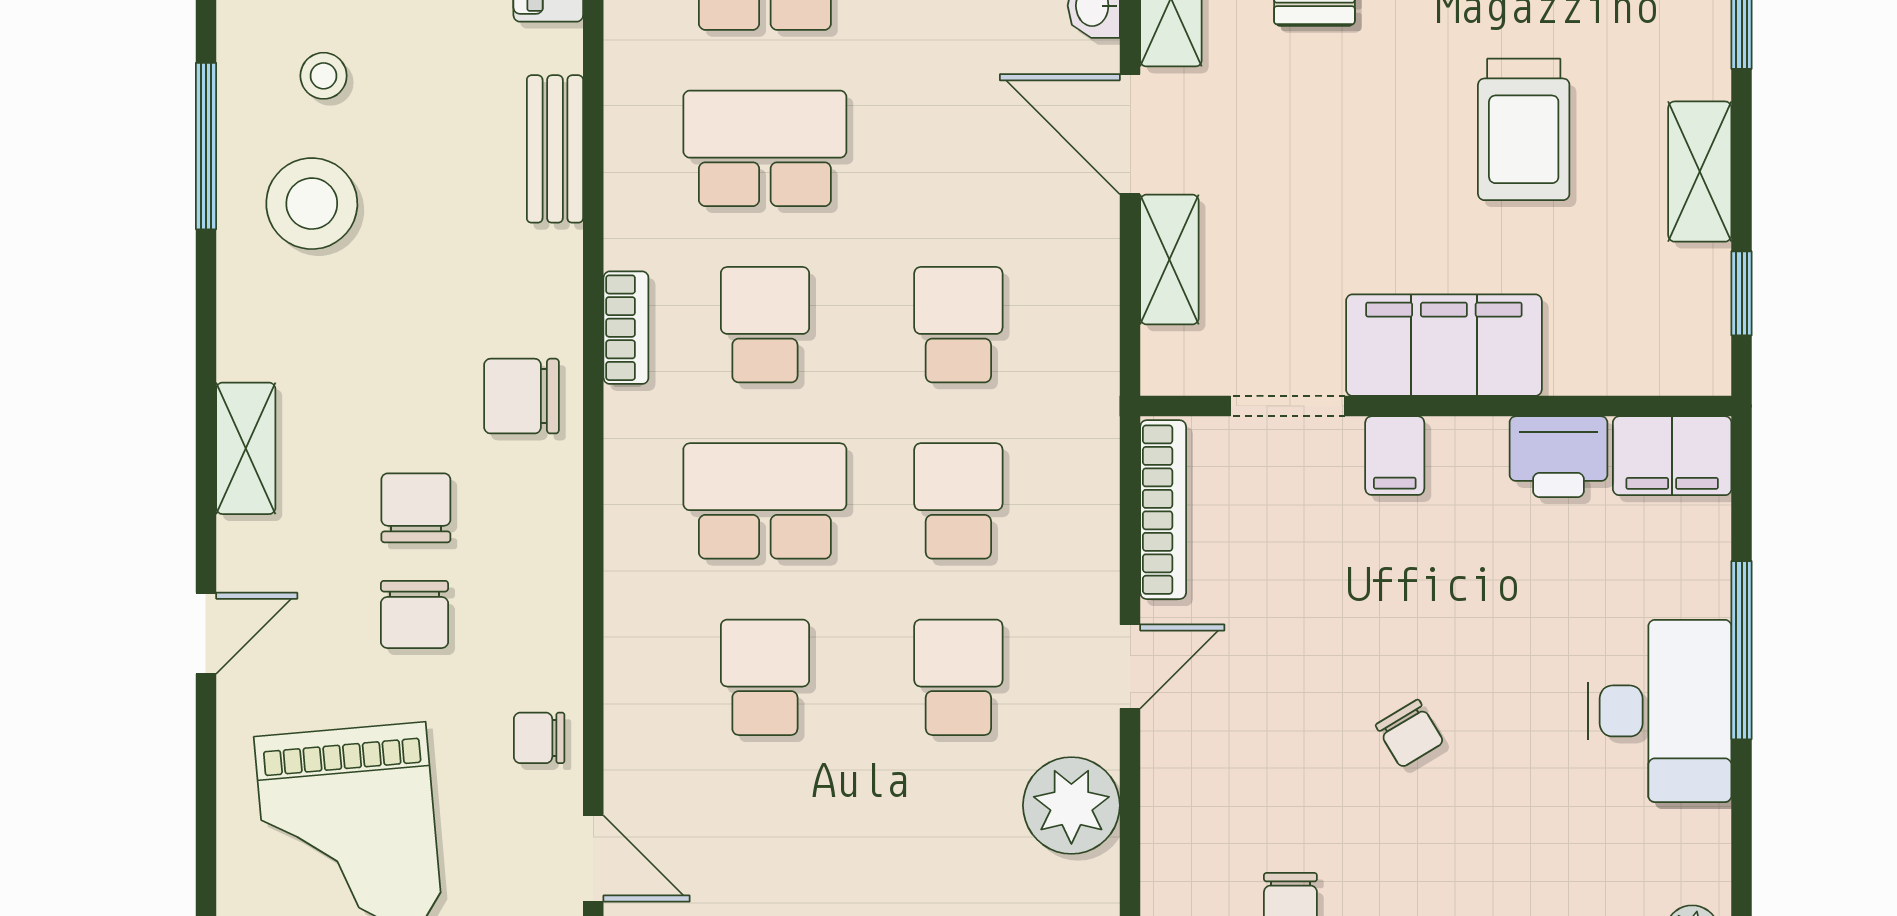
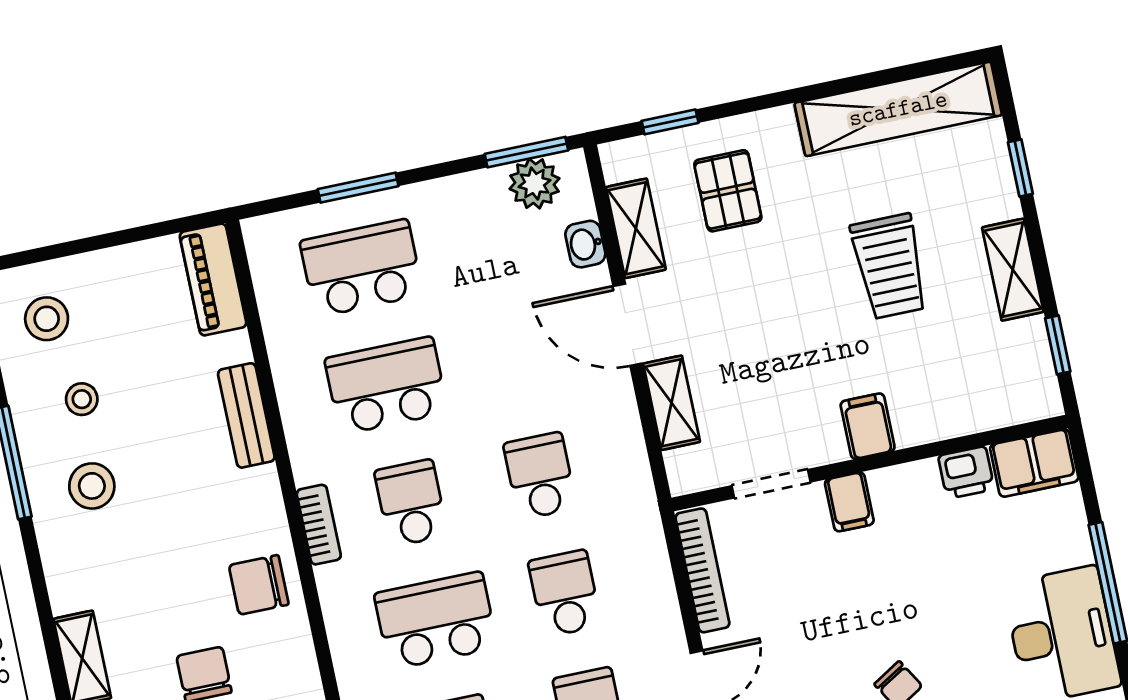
stool: (312, 204) -> (92, 486), width x0.73, depth x0.73
filing cabinet: (1444, 345) -> (868, 426), width x0.33, depth x0.86
printer: (1558, 457) -> (966, 473), width x0.73, depth x0.81

